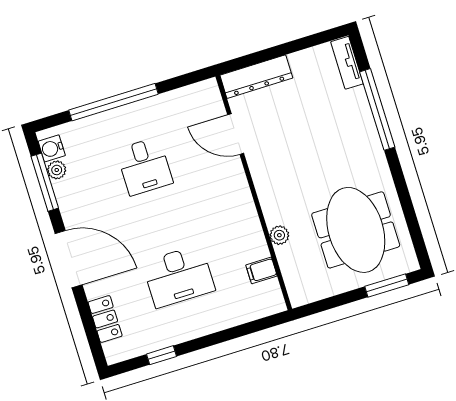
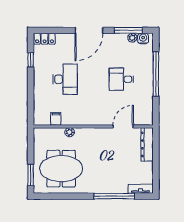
desk: (179, 276) -> (65, 79), turned 180
locker: (105, 319) -> (45, 39), moved

